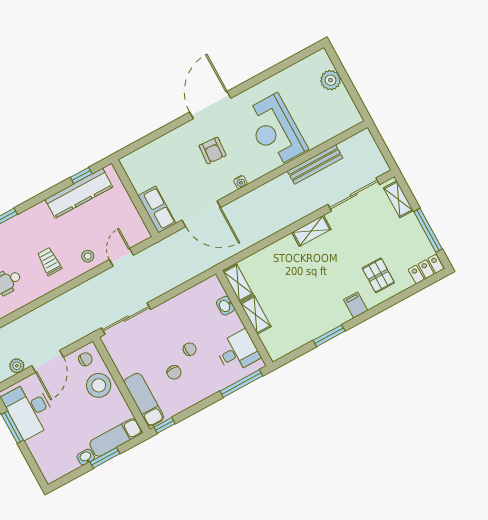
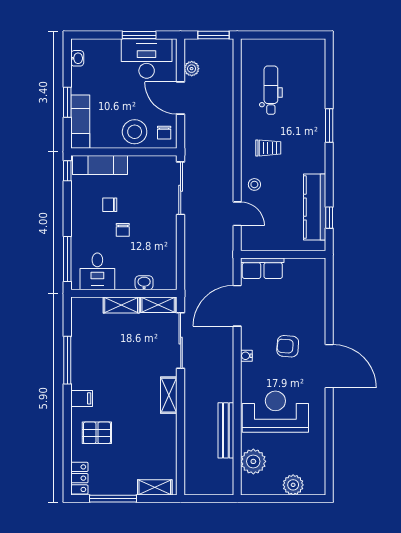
plant: (329, 126) -> (253, 461), added
sliding door: (354, 195) -> (181, 341), moved
window: (329, 336) -> (67, 360), width x1.44
washbasin: (86, 457) -> (77, 58), moved

